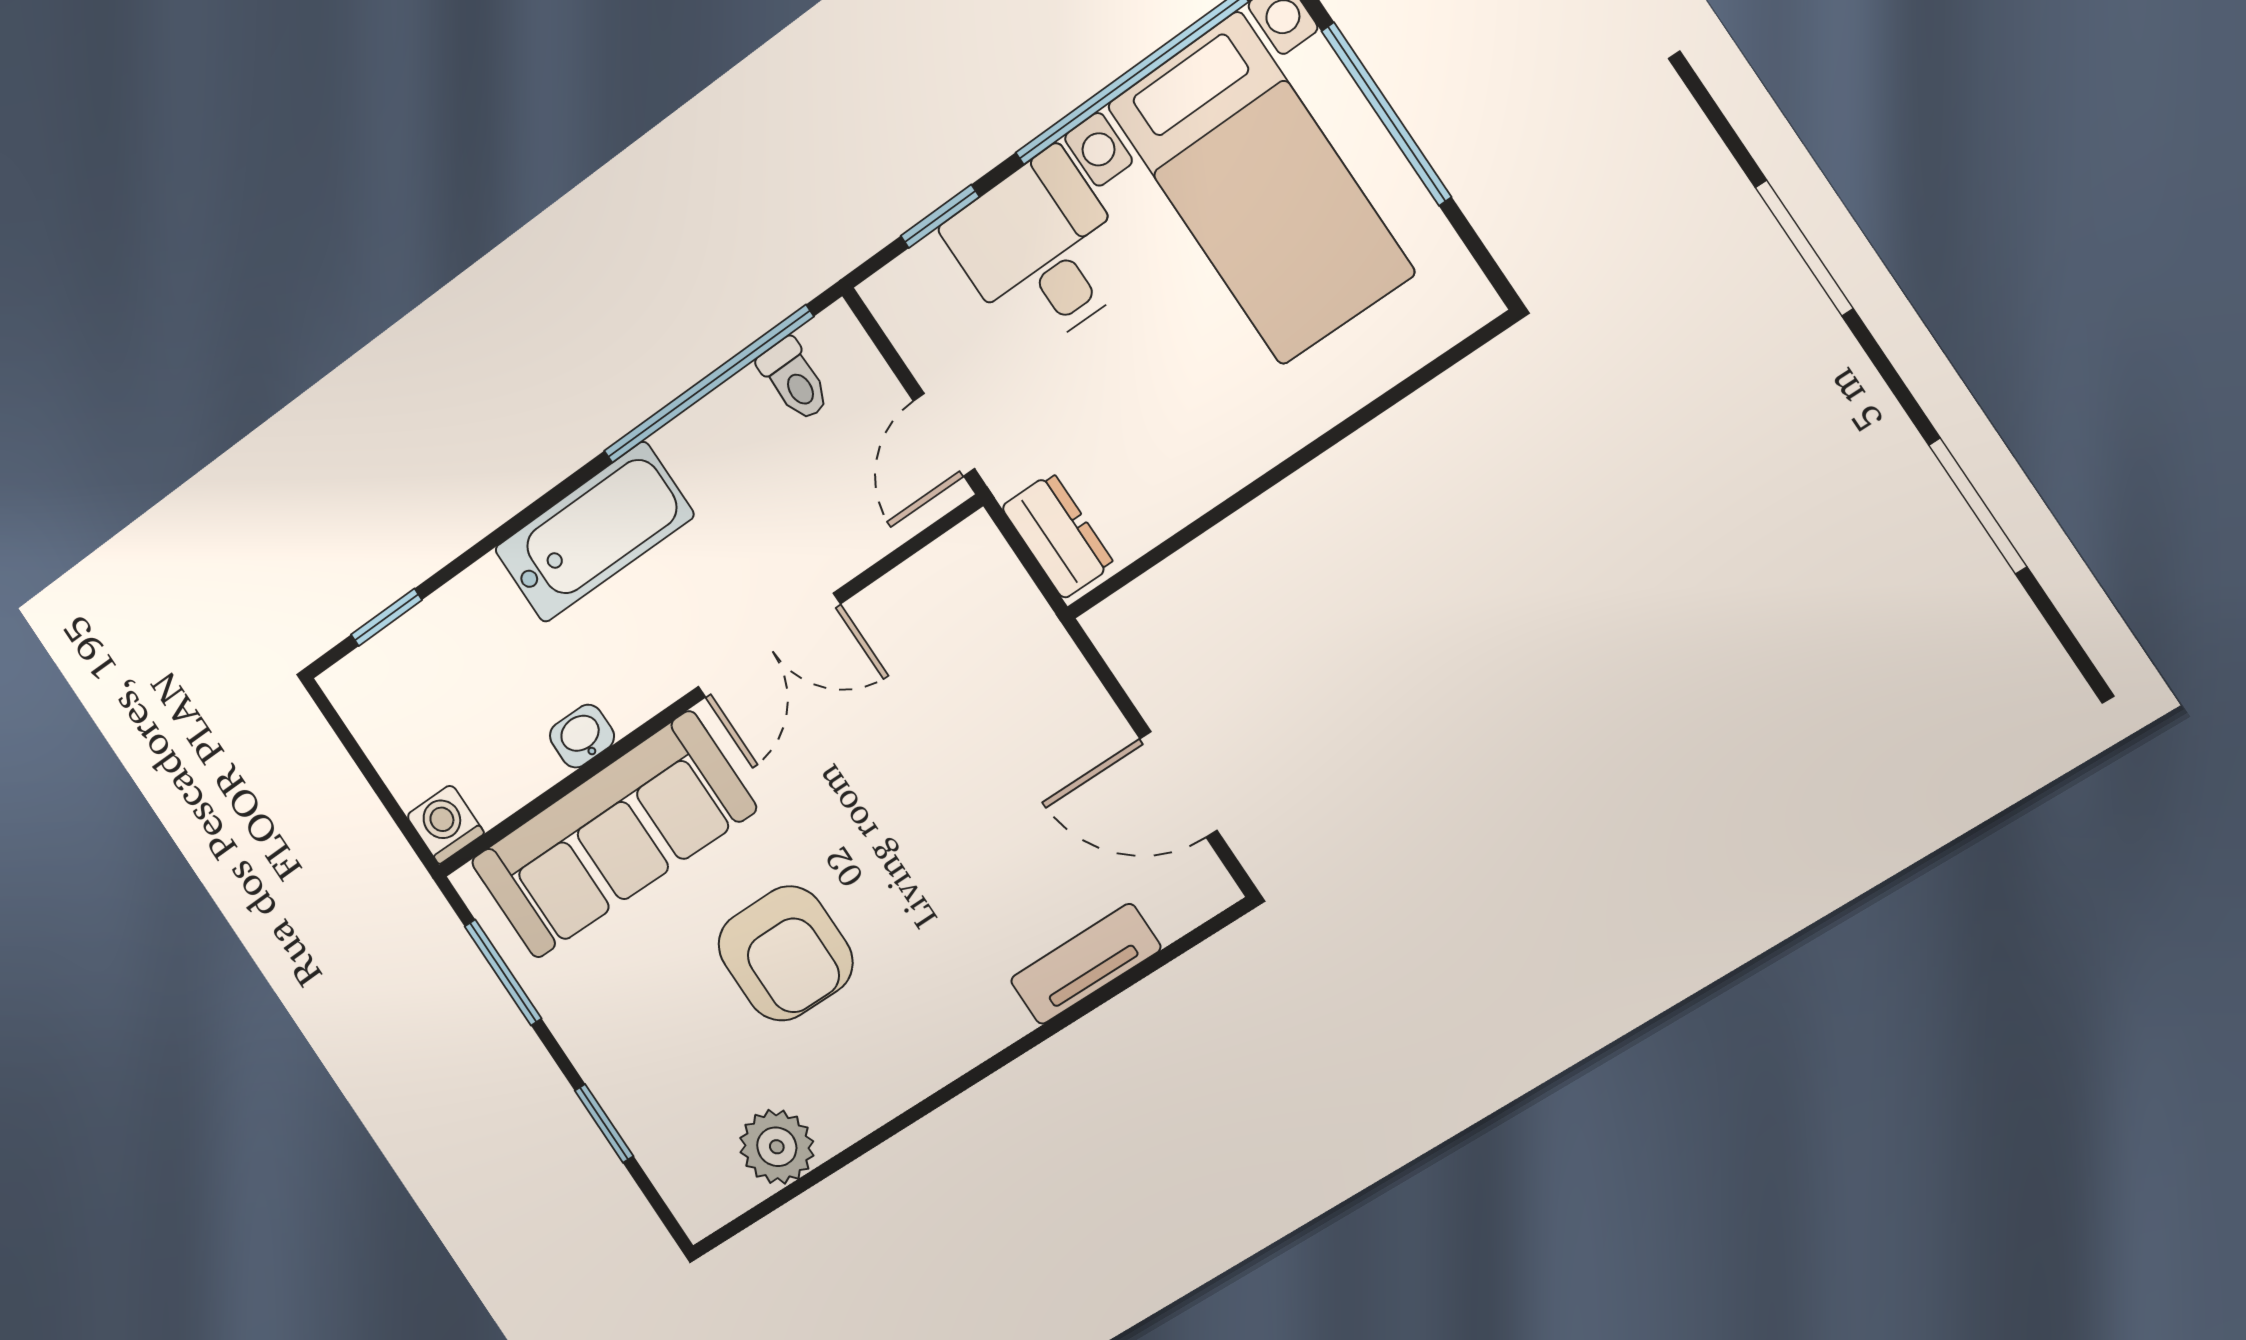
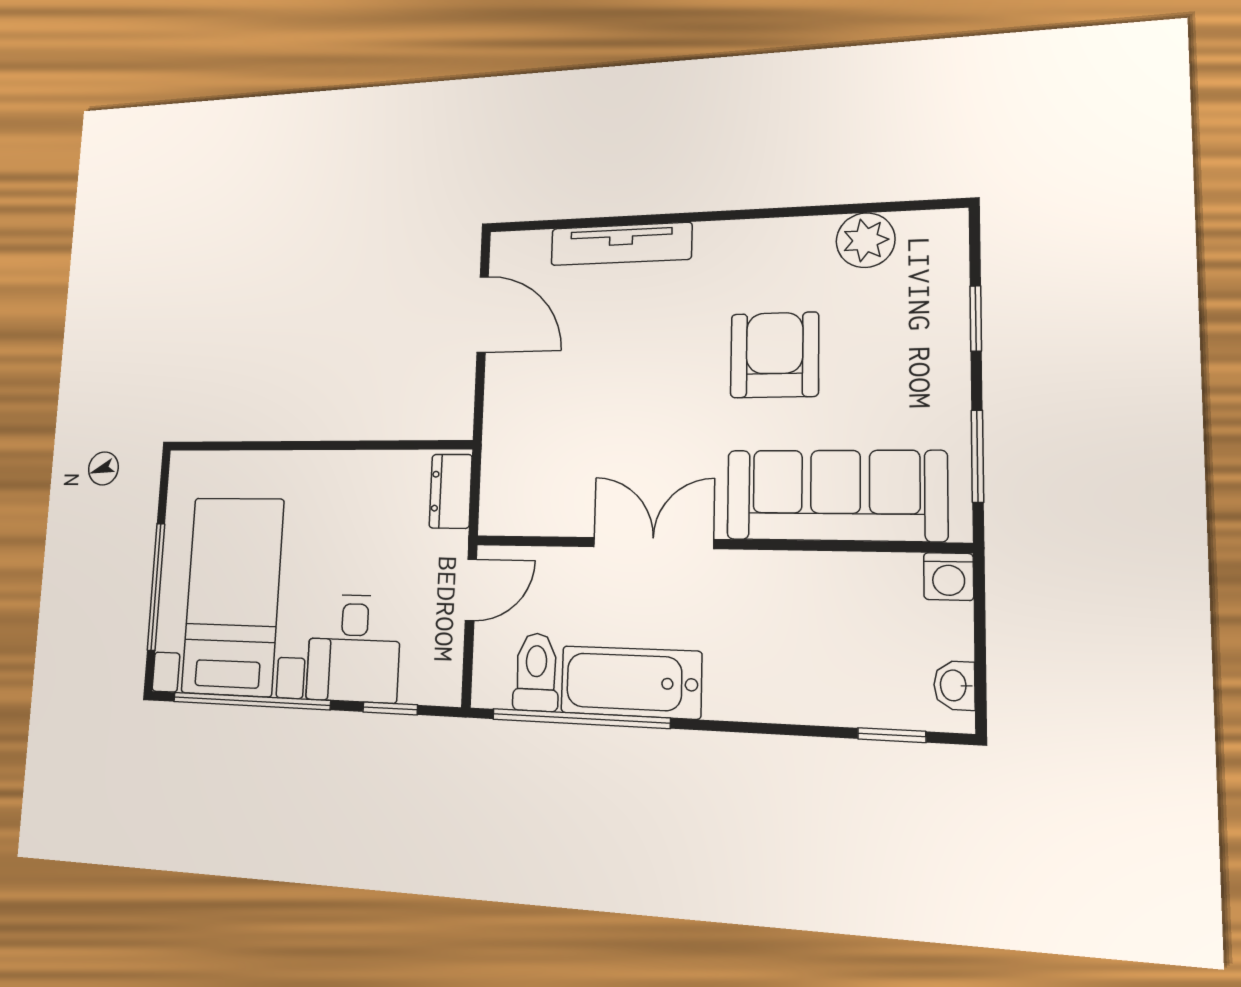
toilet: (794, 380) -> (536, 672), width x1.37, depth x1.39
bathtub: (594, 532) -> (631, 682), moved
washbasin: (582, 736) -> (954, 685), moved, turned 90
tv unit: (1086, 964) -> (621, 244), width x1.41

